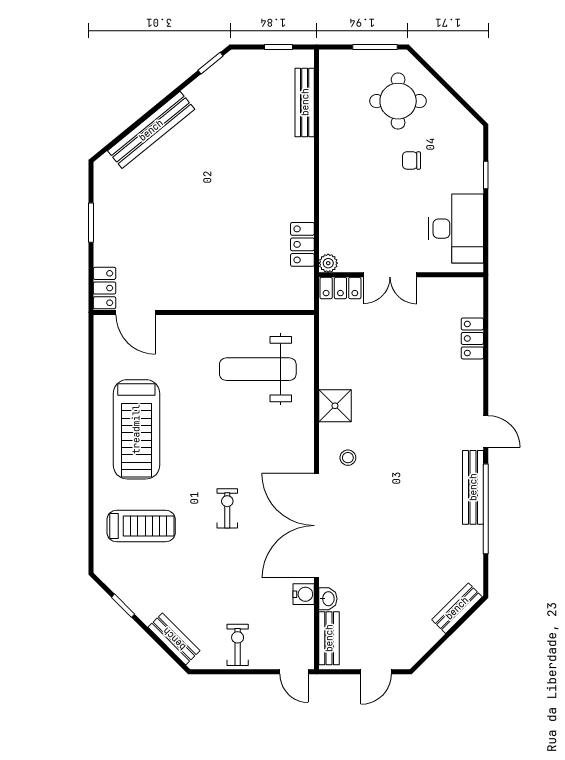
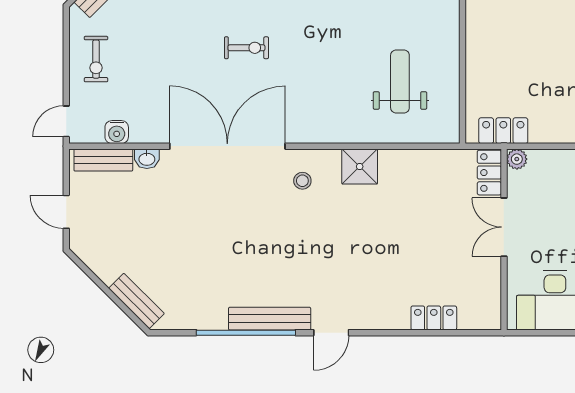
locker: (302, 244) -> (503, 131), moved
weight bench: (258, 369) -> (400, 81), width x0.73, depth x0.75
water cooler: (304, 594) -> (117, 132), moved
exercise bike: (238, 645) -> (96, 59), turned 90

